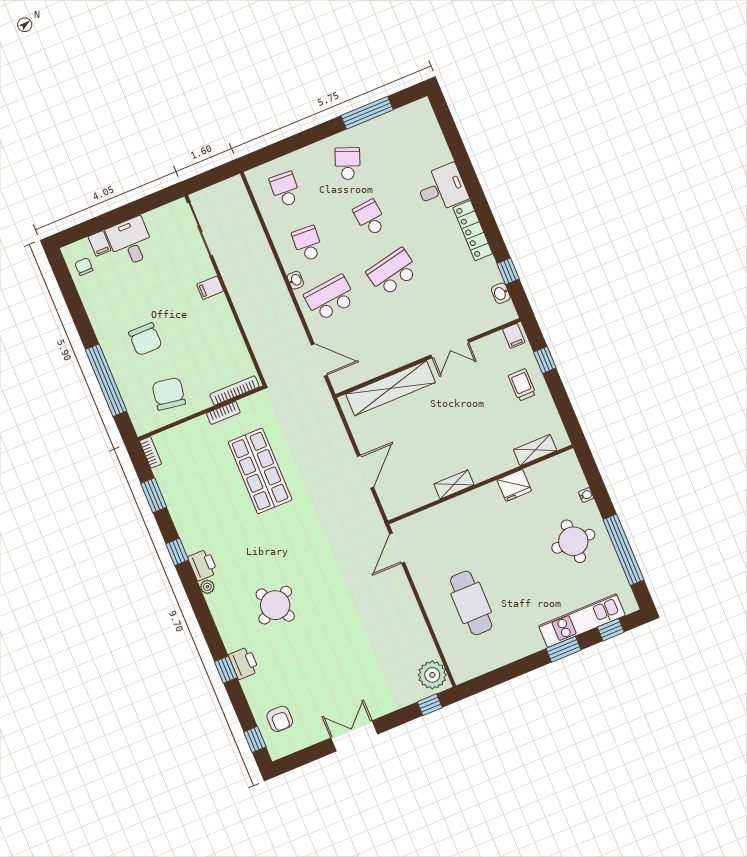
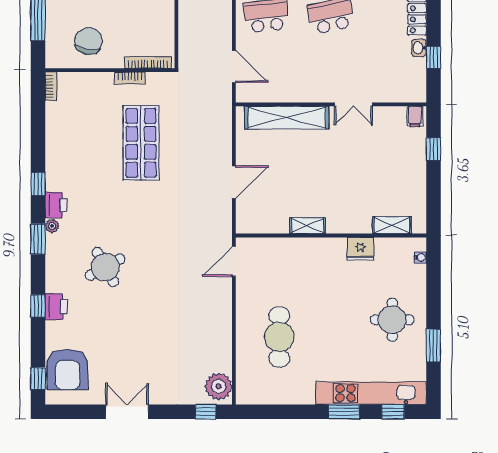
washbasin: (501, 293) -> (419, 48), moved
trolley: (522, 385) -> (404, 163), removed
window: (154, 495) -> (38, 239), moved
water cooler: (586, 495) -> (420, 257), moved
window: (623, 550) -> (433, 346), width x0.47
kitchen unit: (582, 621) -> (371, 393), width x1.36
armchair: (280, 719) -> (68, 369), width x1.88, depth x1.88

